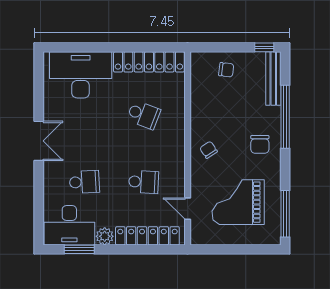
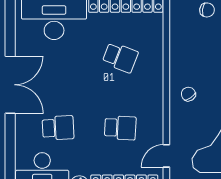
double door: (39, 141) -> (10, 85), width x1.37
door: (188, 209) -> (166, 156), hinge flipped

